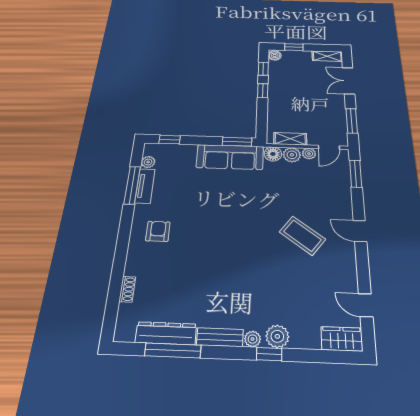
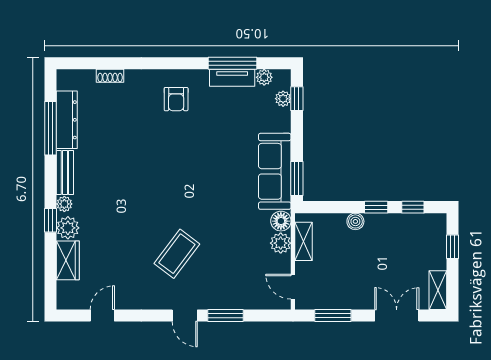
boiler: (275, 55) -> (355, 221), moved
plant: (309, 154) -> (283, 99), moved
window: (356, 174) -> (226, 316), moved
armchair: (158, 231) -> (176, 99), turned 90
door: (360, 231) -> (185, 316), swing flipped
wardrobe: (342, 339) -> (68, 260), moved

